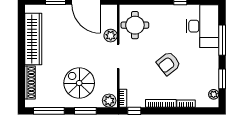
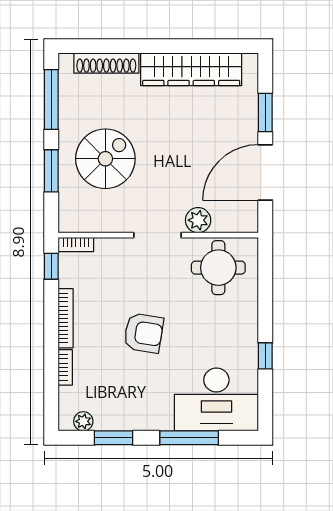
armchair: (168, 63) -> (144, 333), turned 137
plant: (109, 101) -> (71, 217), removed

